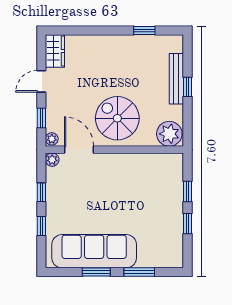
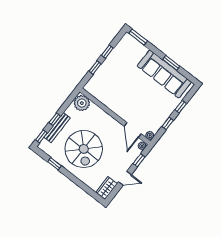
window: (188, 52) -> (41, 136), added
spiral stairs: (117, 118) -> (84, 149), moved, width x1.37, depth x1.37
window: (139, 272) -> (138, 37), moved

